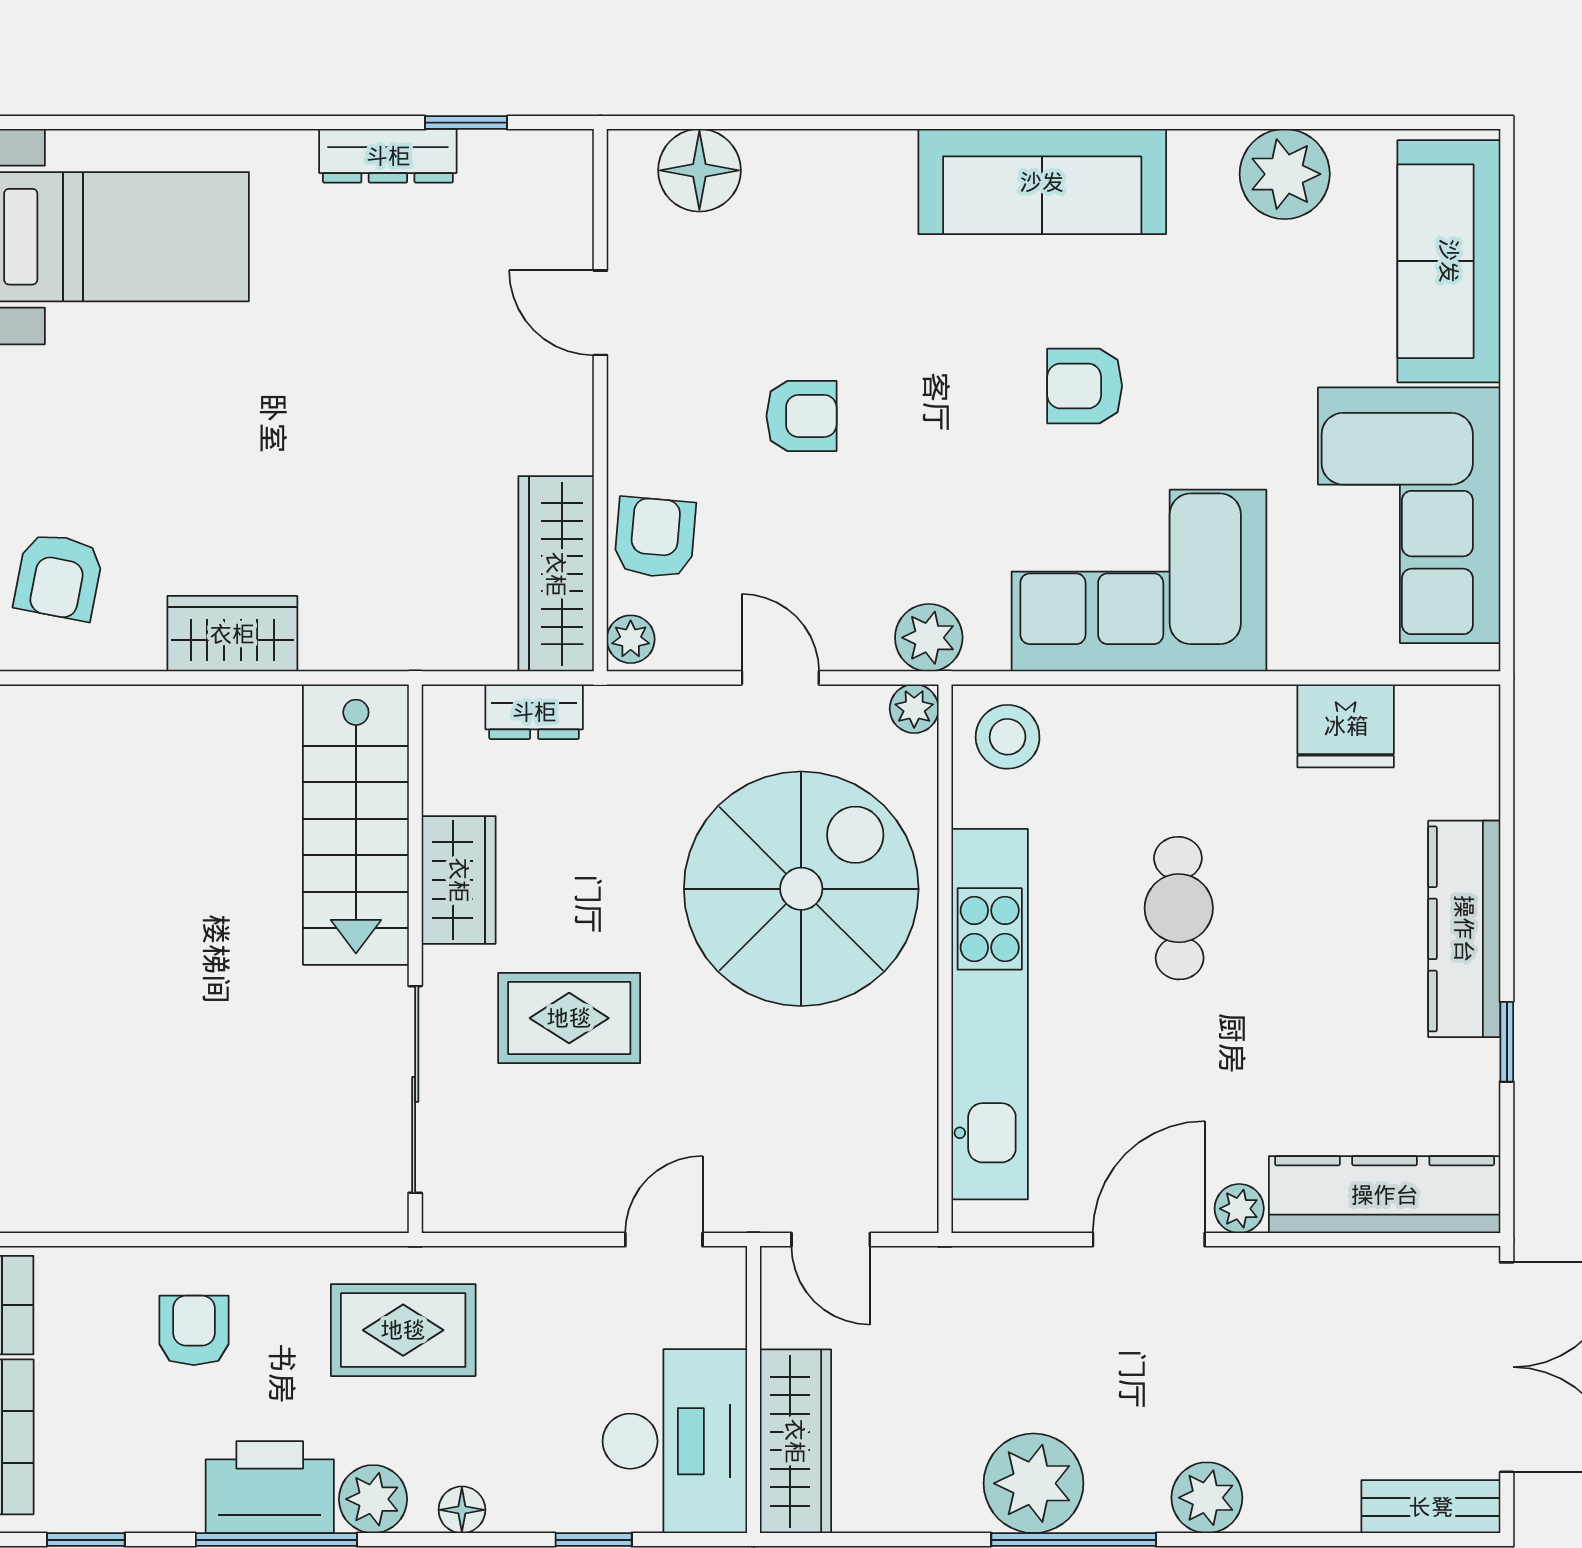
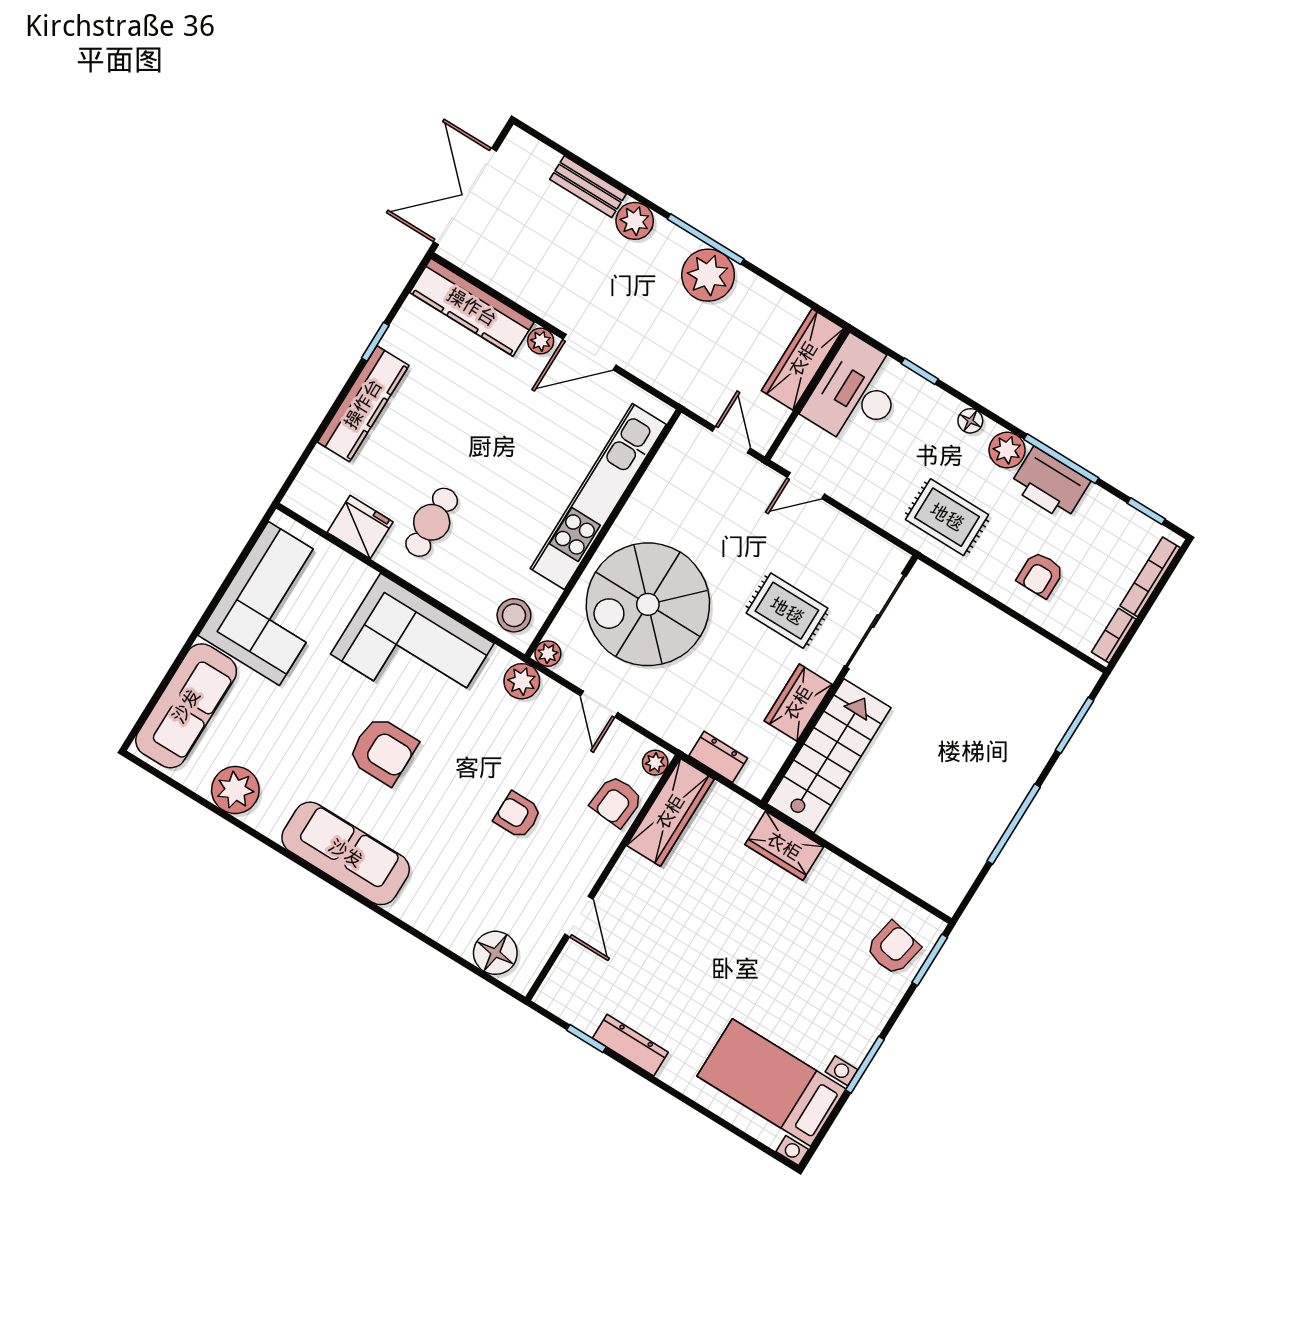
armchair: (1085, 386) -> (383, 751), width x1.38, depth x1.38
wardrobe: (232, 634) -> (784, 846), moved
cafe table: (1179, 908) -> (432, 522), moved
bench: (1431, 1507) -> (588, 187), moved

